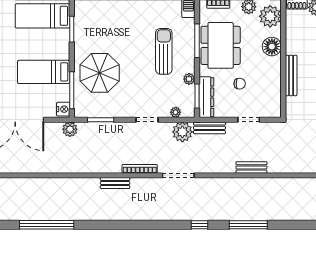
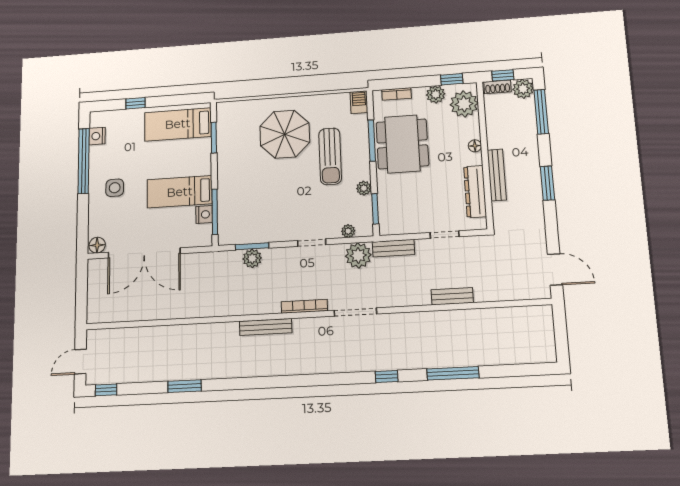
floor lamp: (272, 47) -> (475, 146), width x0.53, depth x0.53
sun lounger: (164, 51) -> (330, 156), turned 180
parasol: (100, 73) -> (285, 134), moved
chair: (240, 84) -> (430, 190), removed
dresser: (206, 97) -> (475, 192), moved, turned 180
nightstand: (63, 109) -> (204, 214), moved
plant: (70, 129) -> (252, 258), moved
bench: (115, 183) -> (266, 327), width x1.36
window: (47, 225) -> (185, 386), width x0.47

